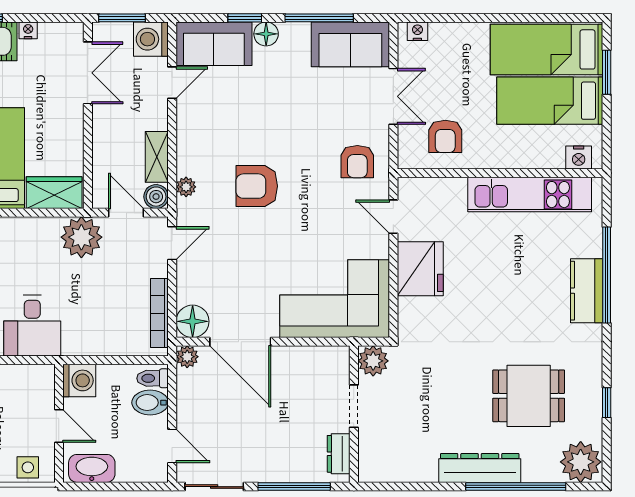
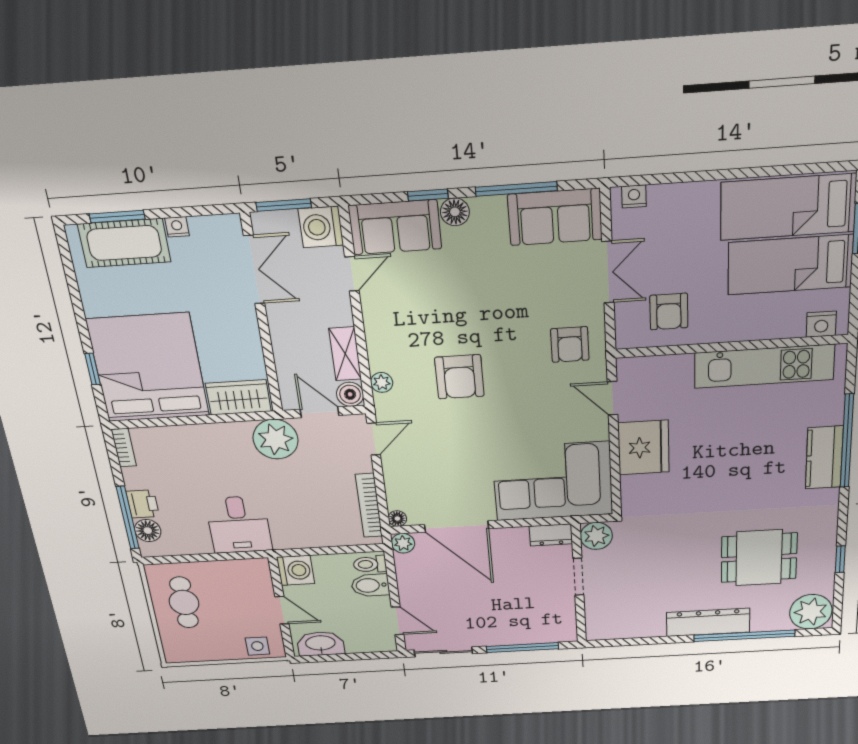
armchair: (257, 186) -> (459, 377), turned -90
floor lamp: (193, 321) -> (397, 519), width x0.53, depth x0.53
dresser: (339, 454) -> (551, 535), moved, turned -90

